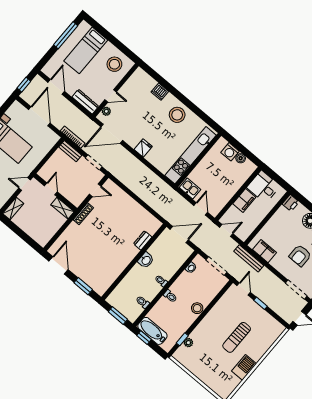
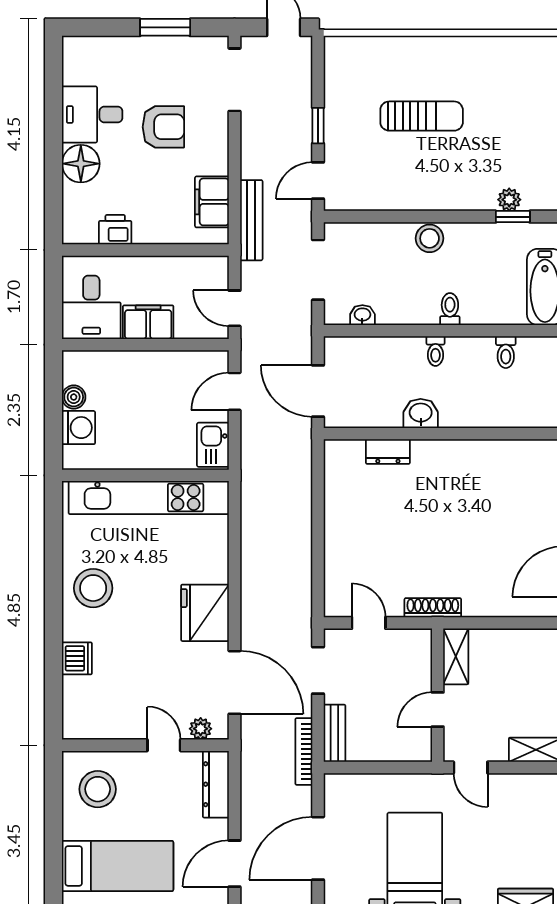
fridge: (143, 148) -> (205, 613), width x1.88, depth x1.34
printer: (291, 203) -> (115, 230), moved
barbecue: (244, 367) -> (467, 54), removed

